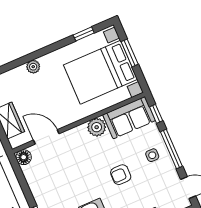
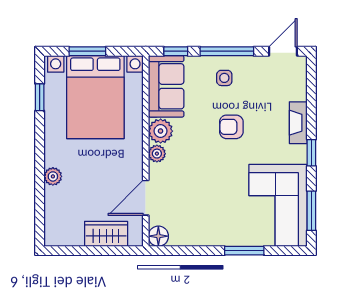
plant: (80, 131) -> (157, 154), added
armchair: (121, 175) -> (231, 127), turned 90

